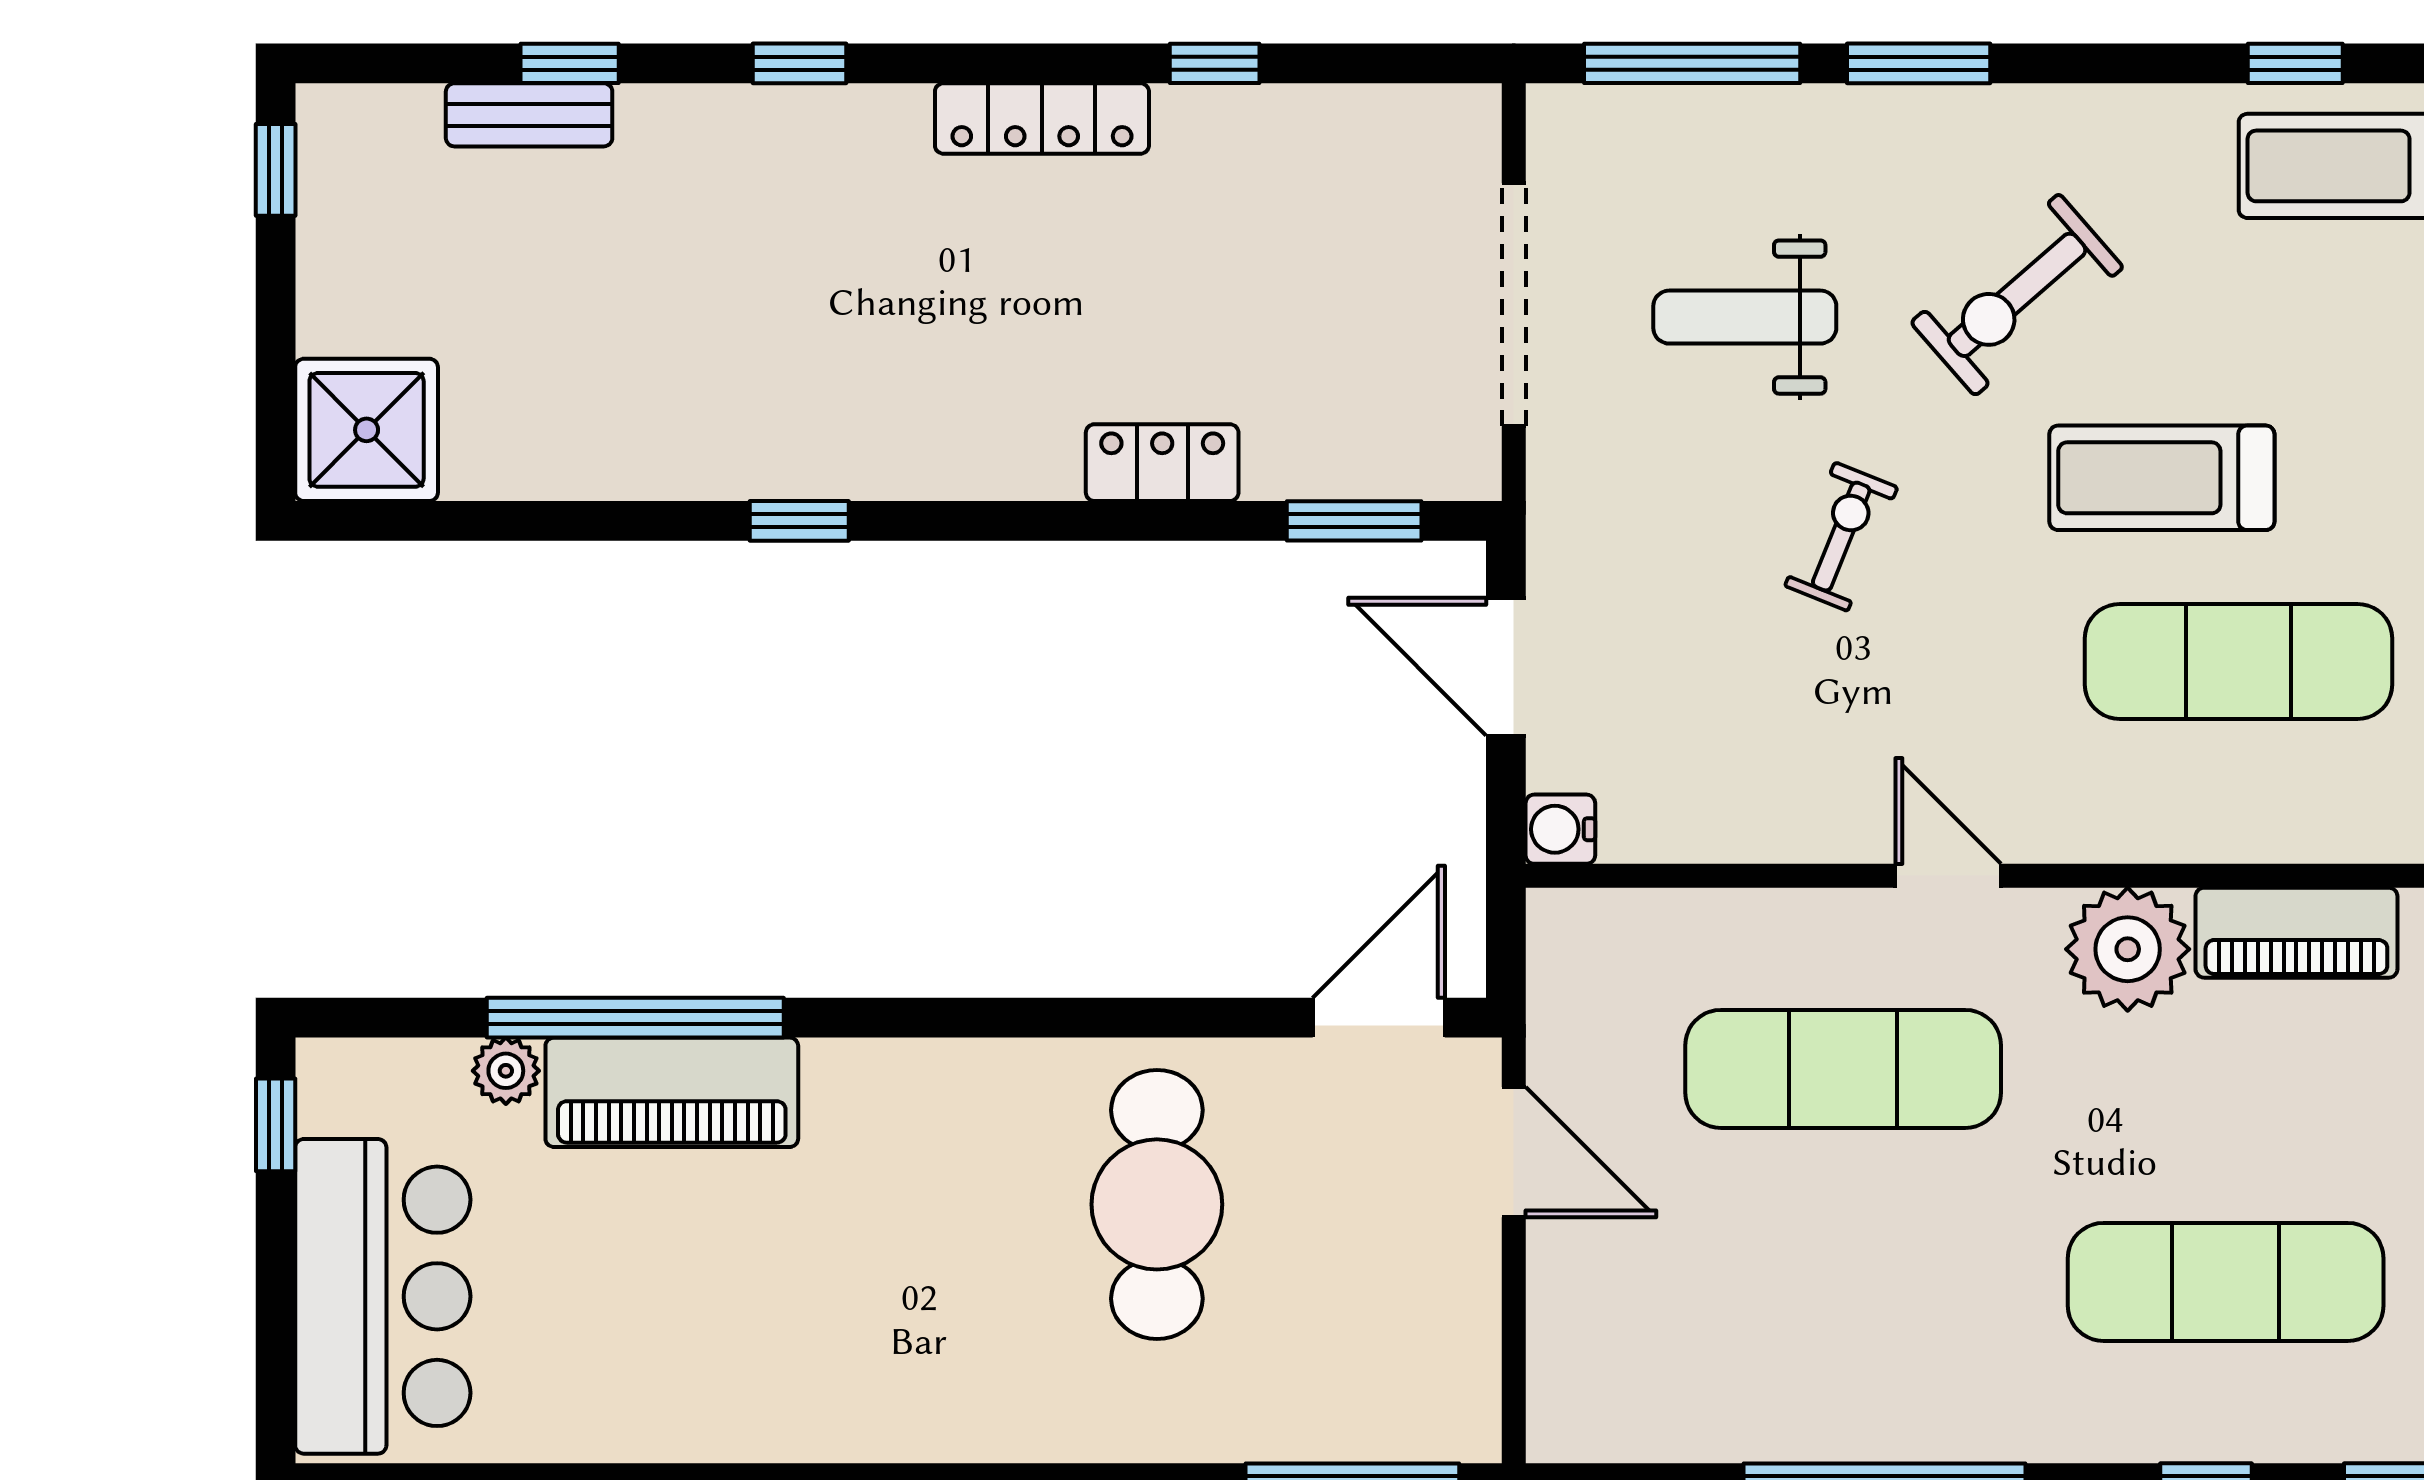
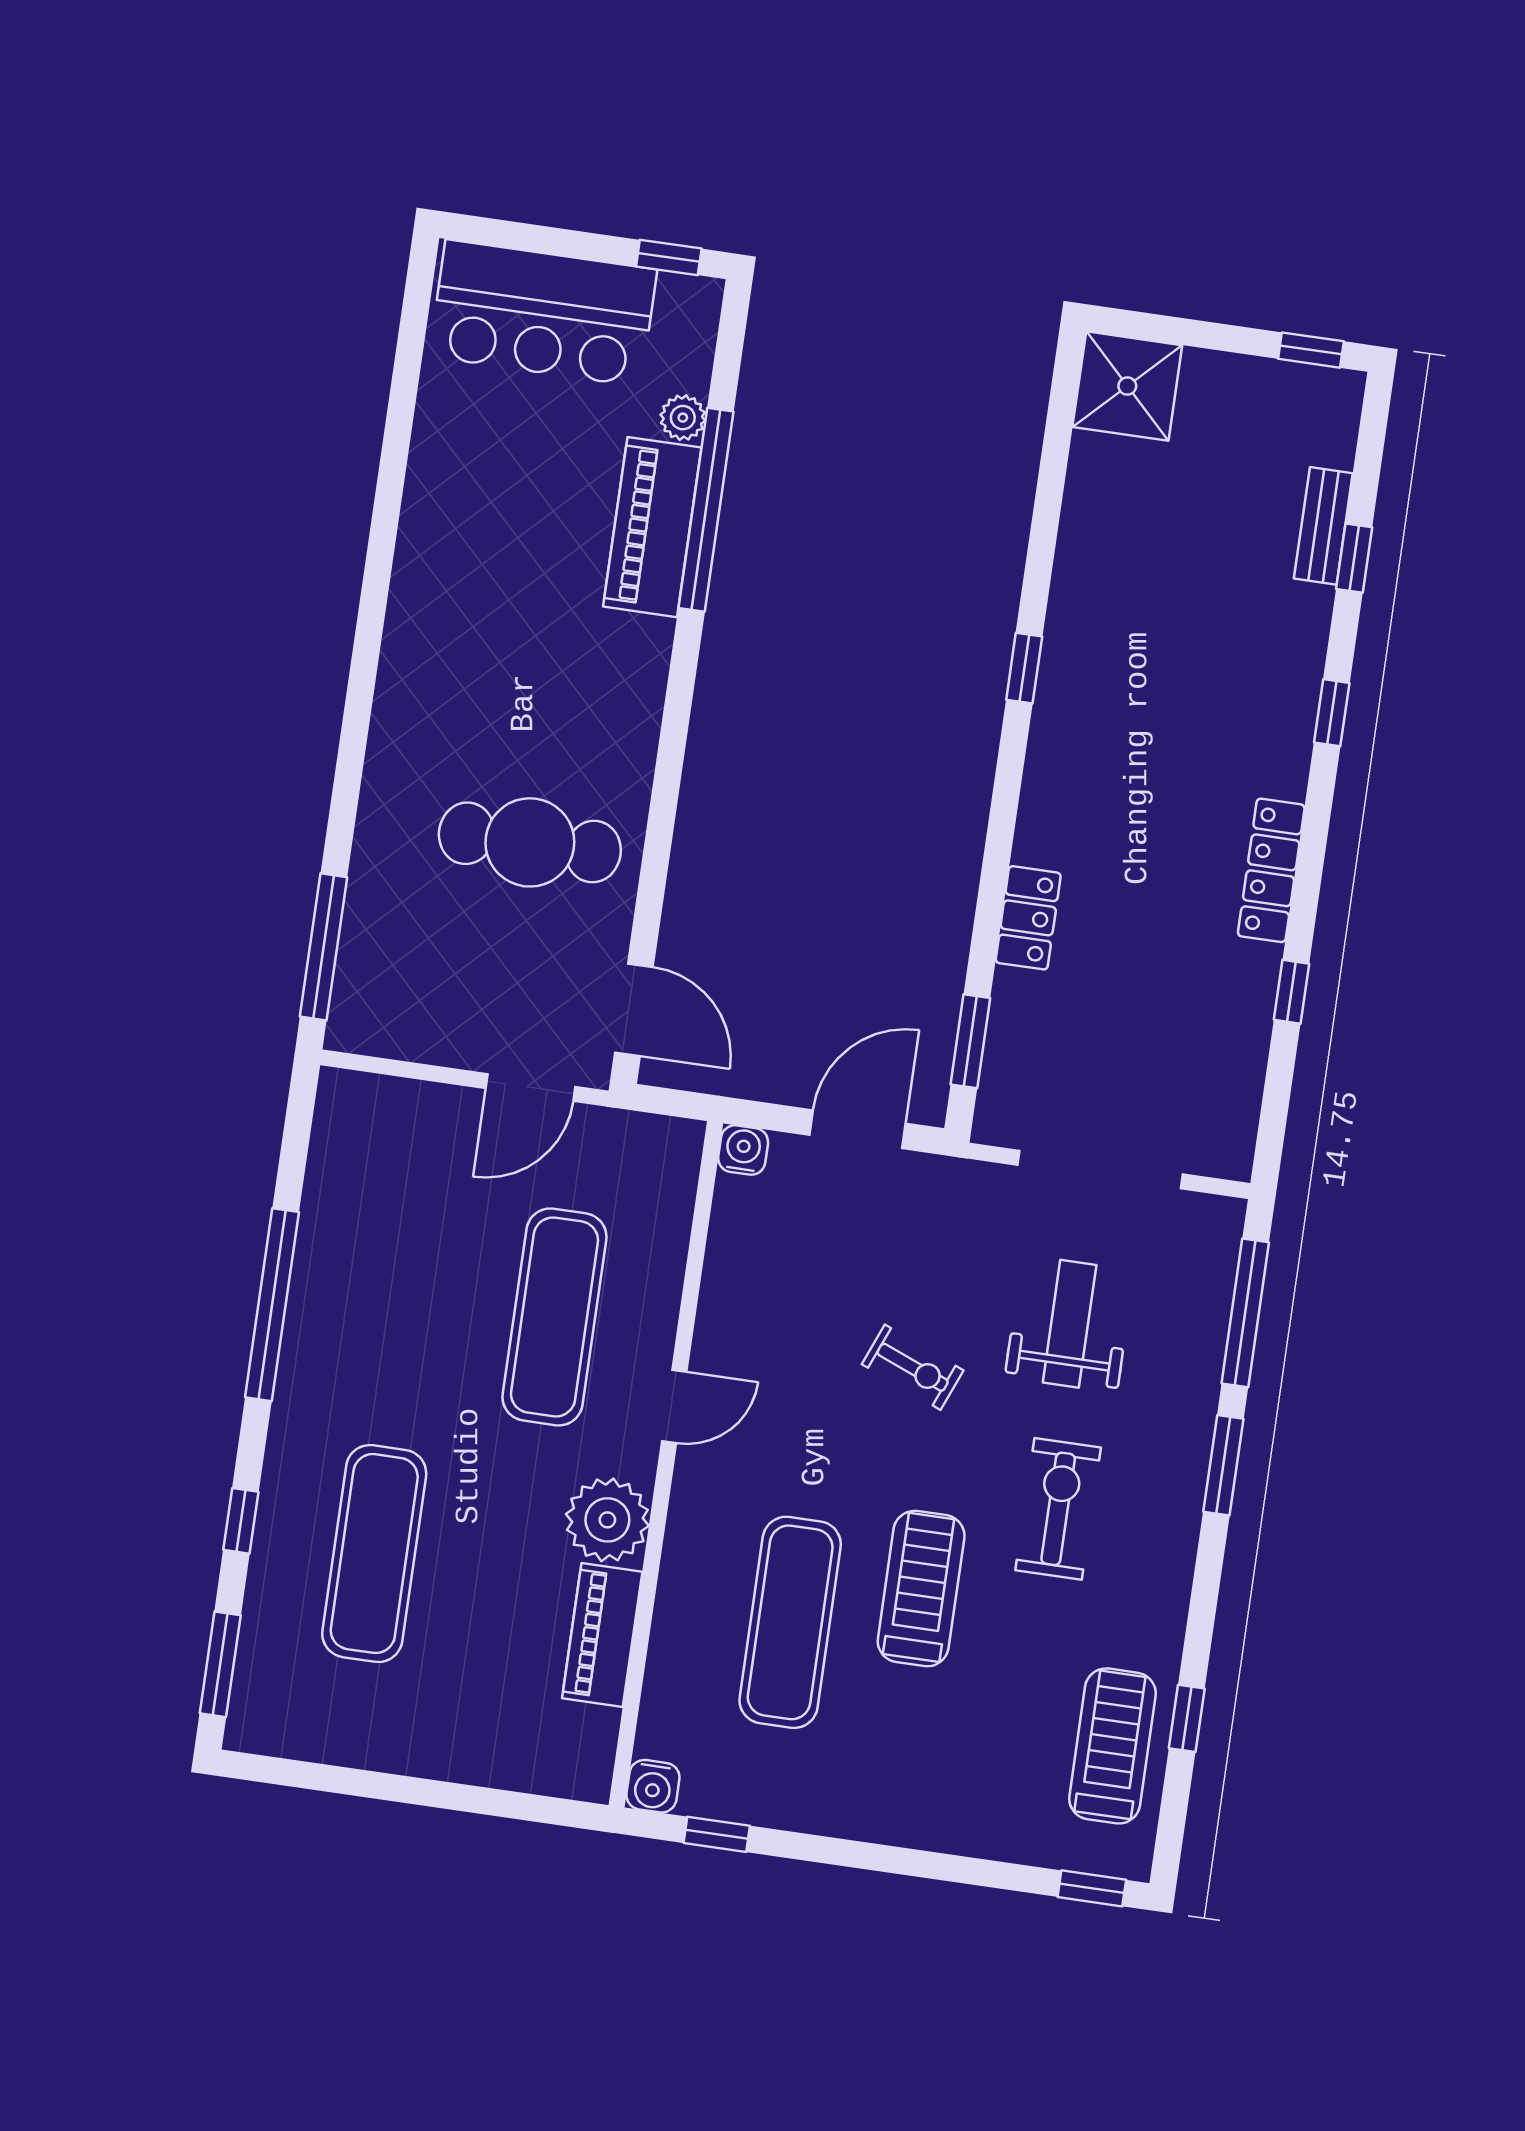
exercise bike: (2017, 295) -> (1058, 1509), turned 41

